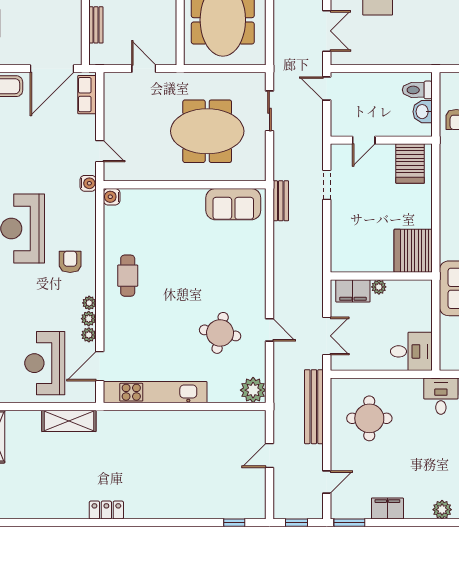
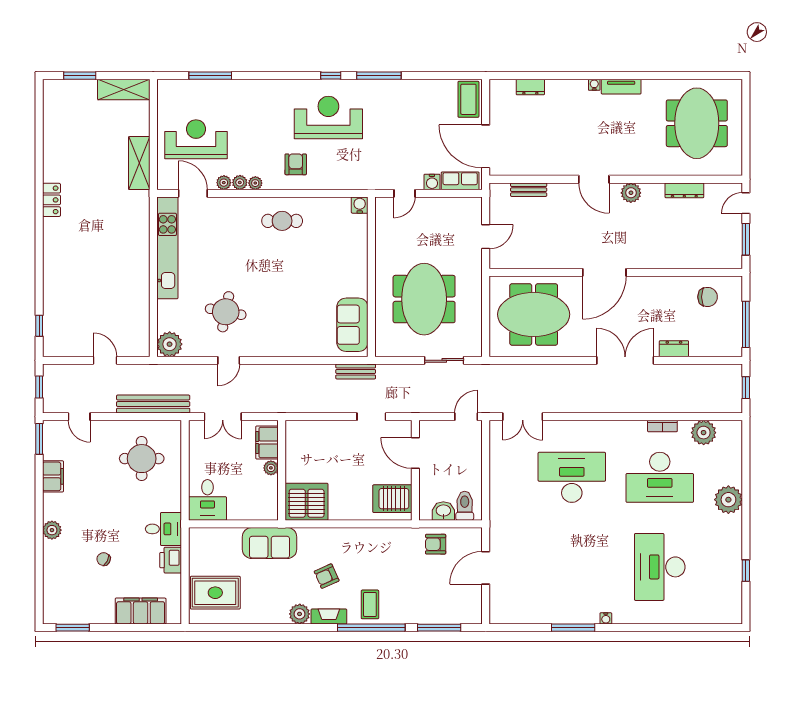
door: (364, 140) -> (415, 453), width x1.37
water cooler: (88, 183) -> (432, 182), moved
armchair: (70, 262) -> (296, 164), turned -90

